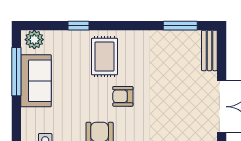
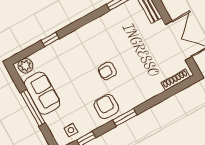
rug: (104, 57) -> (80, 51), removed
window: (16, 72) -> (33, 108), moved

